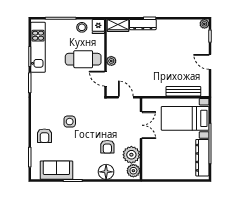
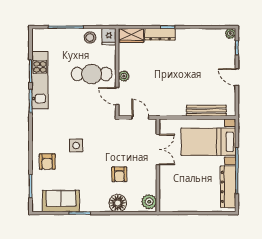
kitchen unit: (38, 47) -> (40, 80), moved
plant: (131, 155) -> (147, 183), removed

